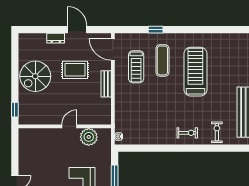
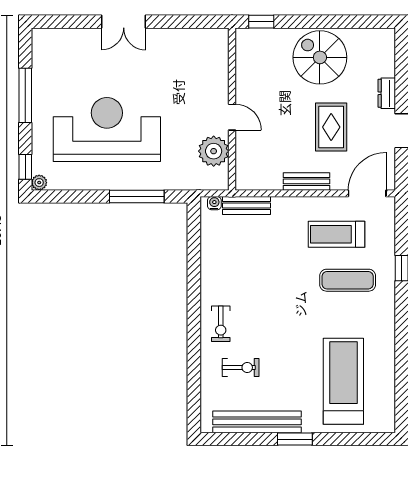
treadmill: (195, 72) -> (343, 381), moved, turned -90
bench: (120, 118) -> (247, 205), added
exercise bike: (217, 132) -> (241, 367), moved

